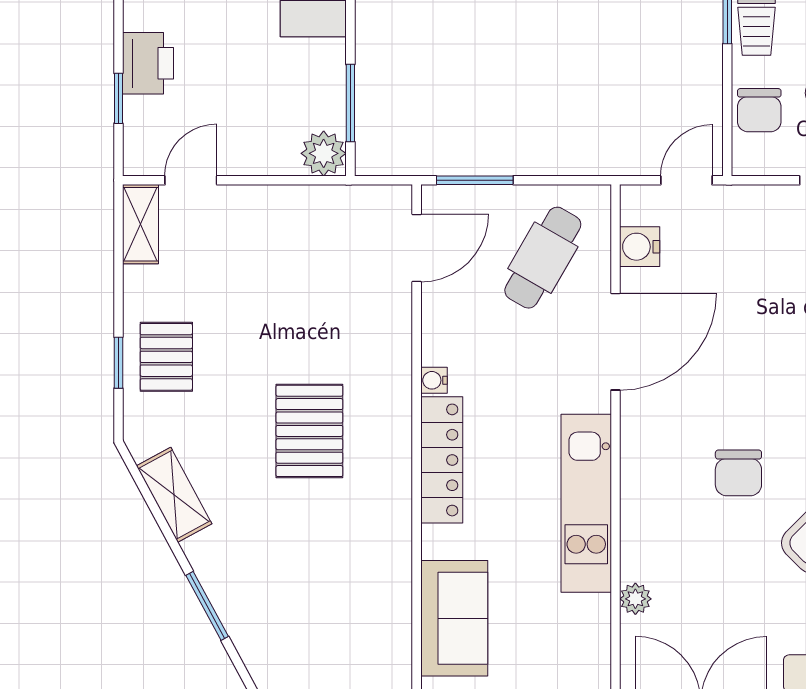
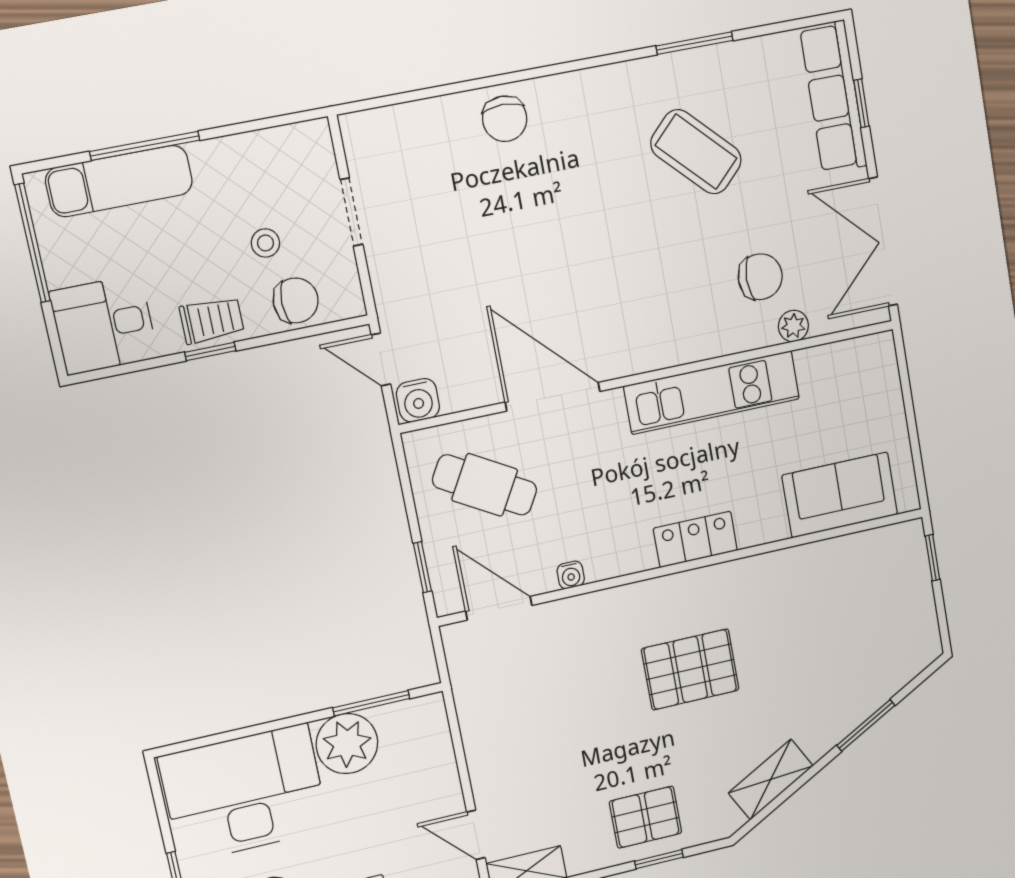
plant: (324, 153) -> (347, 744), moved, width x1.36, depth x1.36
window: (475, 180) -> (422, 567), width x0.67
water cooler: (640, 247) -> (418, 400), moved
water cooler: (434, 380) -> (571, 575), moved
locker: (442, 460) -> (695, 539), width x0.66
chair: (738, 473) -> (760, 277), moved

